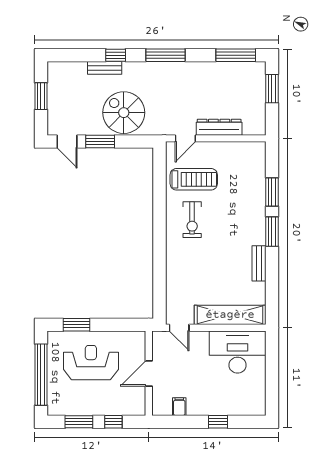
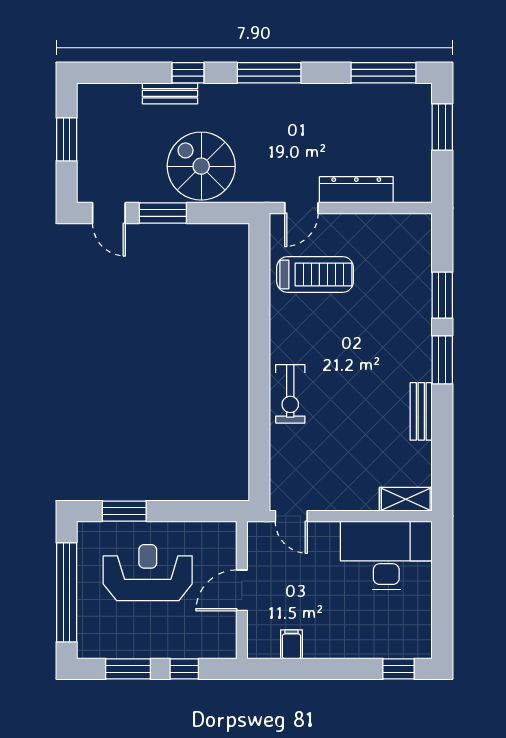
exercise bike: (192, 220) -> (290, 394), moved
shelving: (230, 315) -> (406, 499), width x0.45, depth x0.75
window: (218, 422) -> (399, 669), moved

